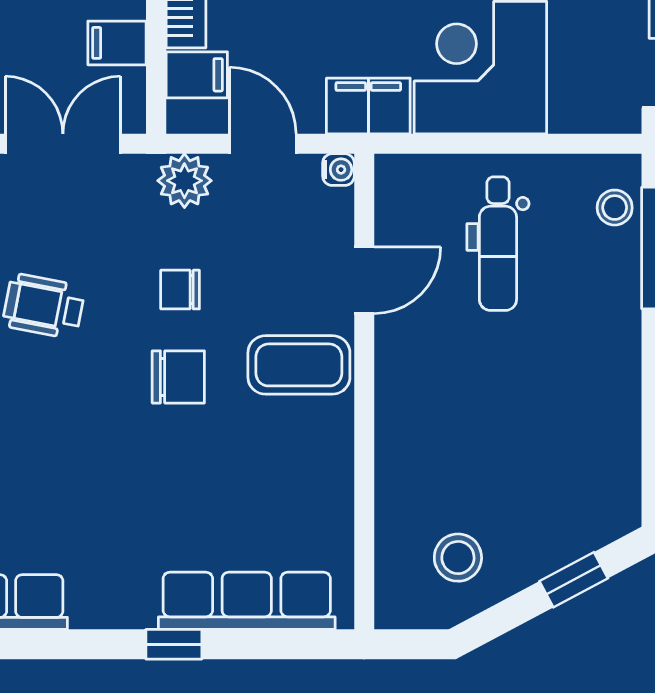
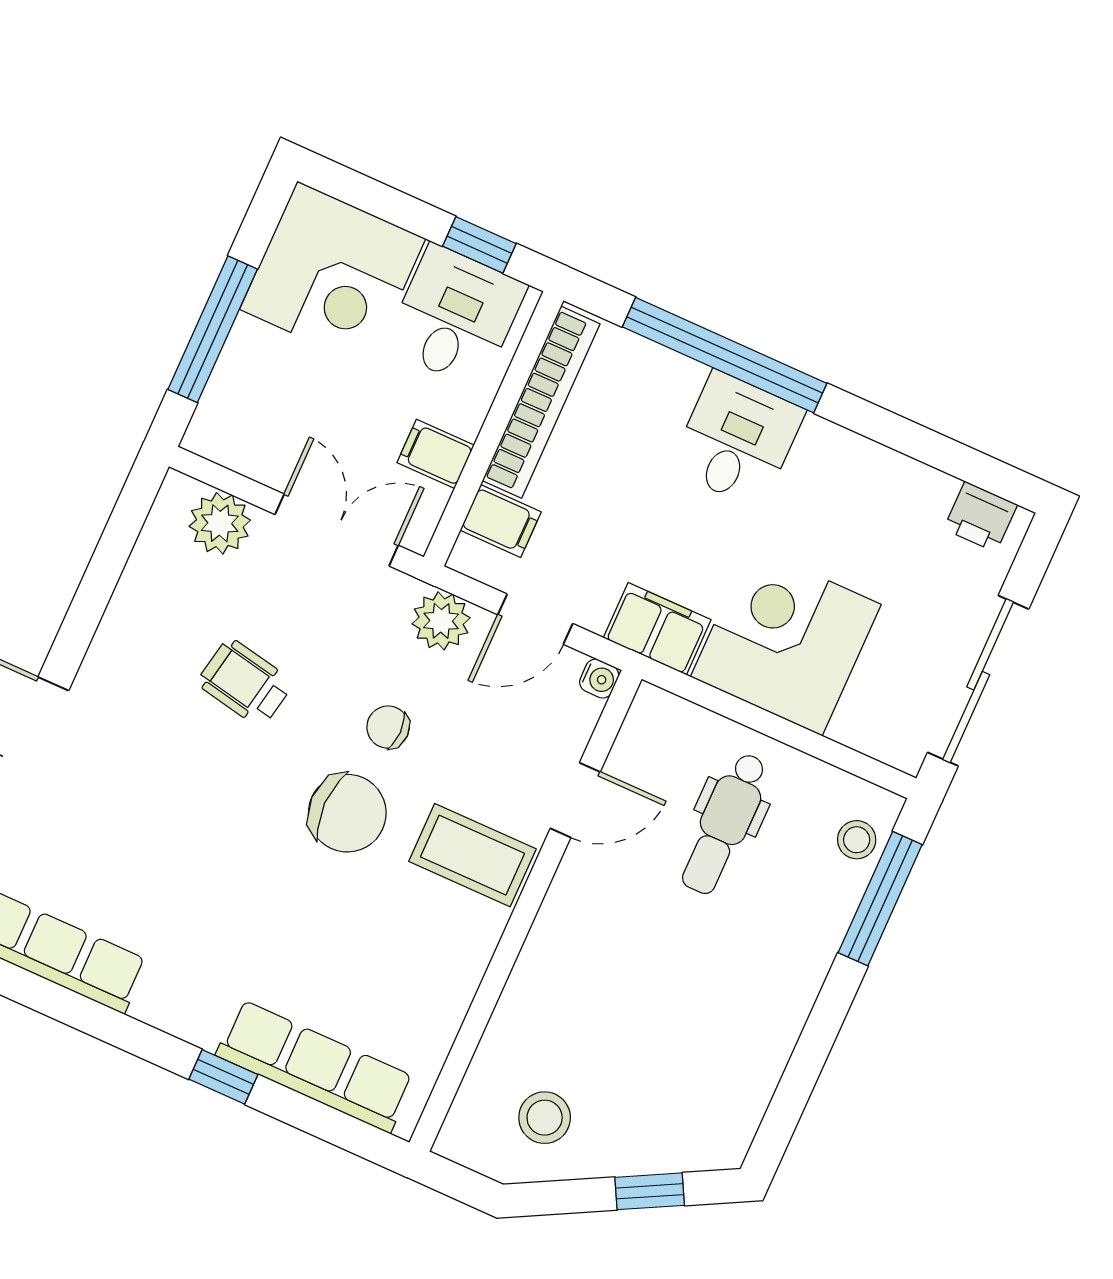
door: (263, 144) -> (535, 619), swing flipped
chair: (178, 377) -> (347, 813), width x1.37, depth x1.37

